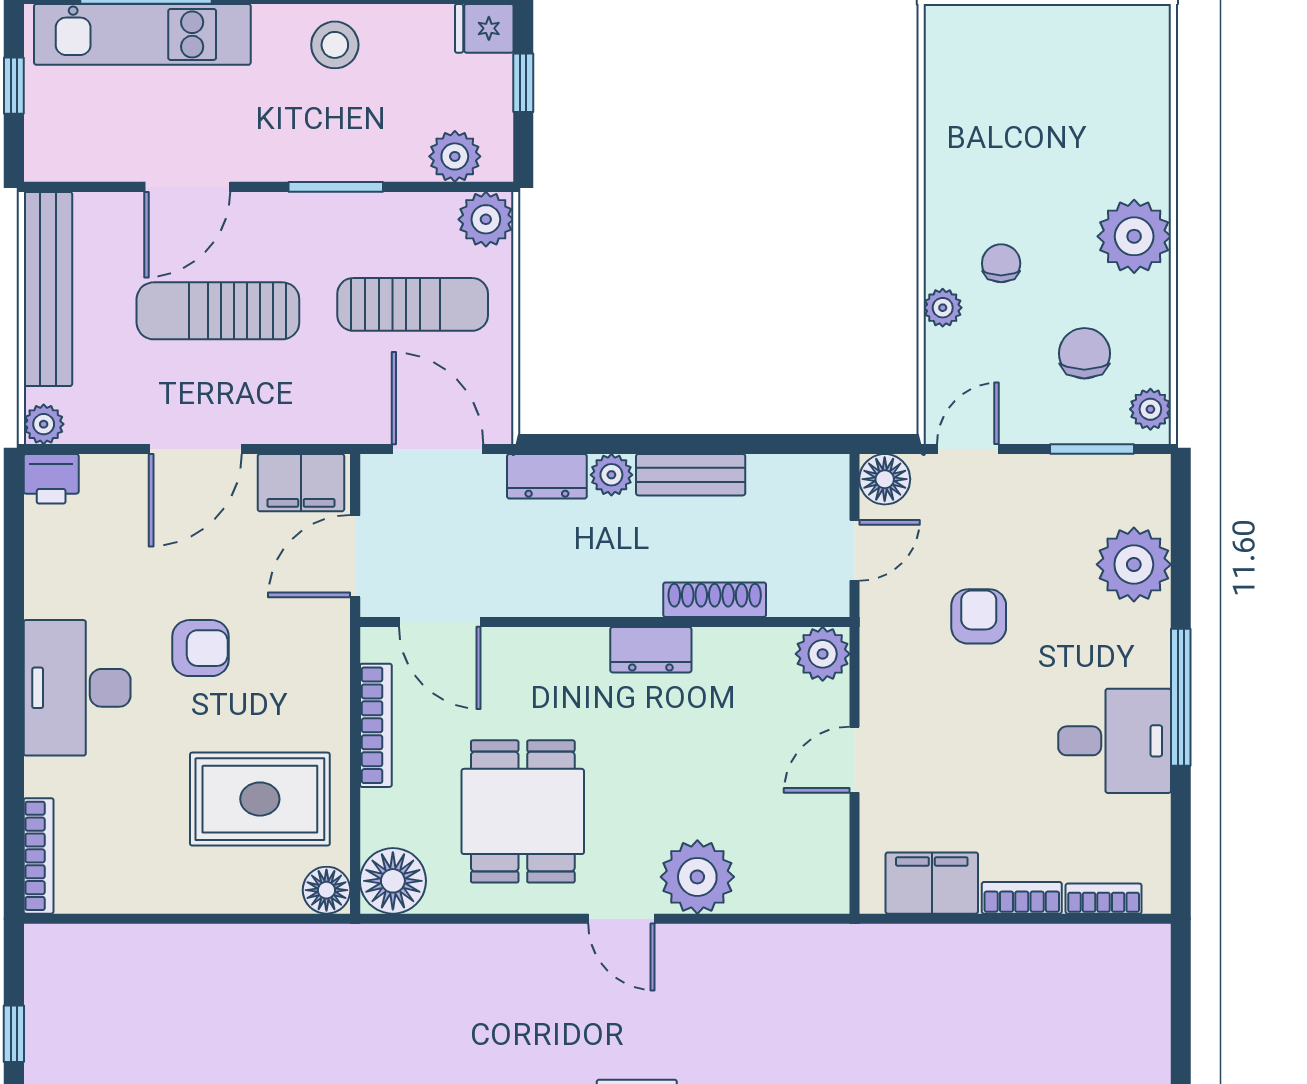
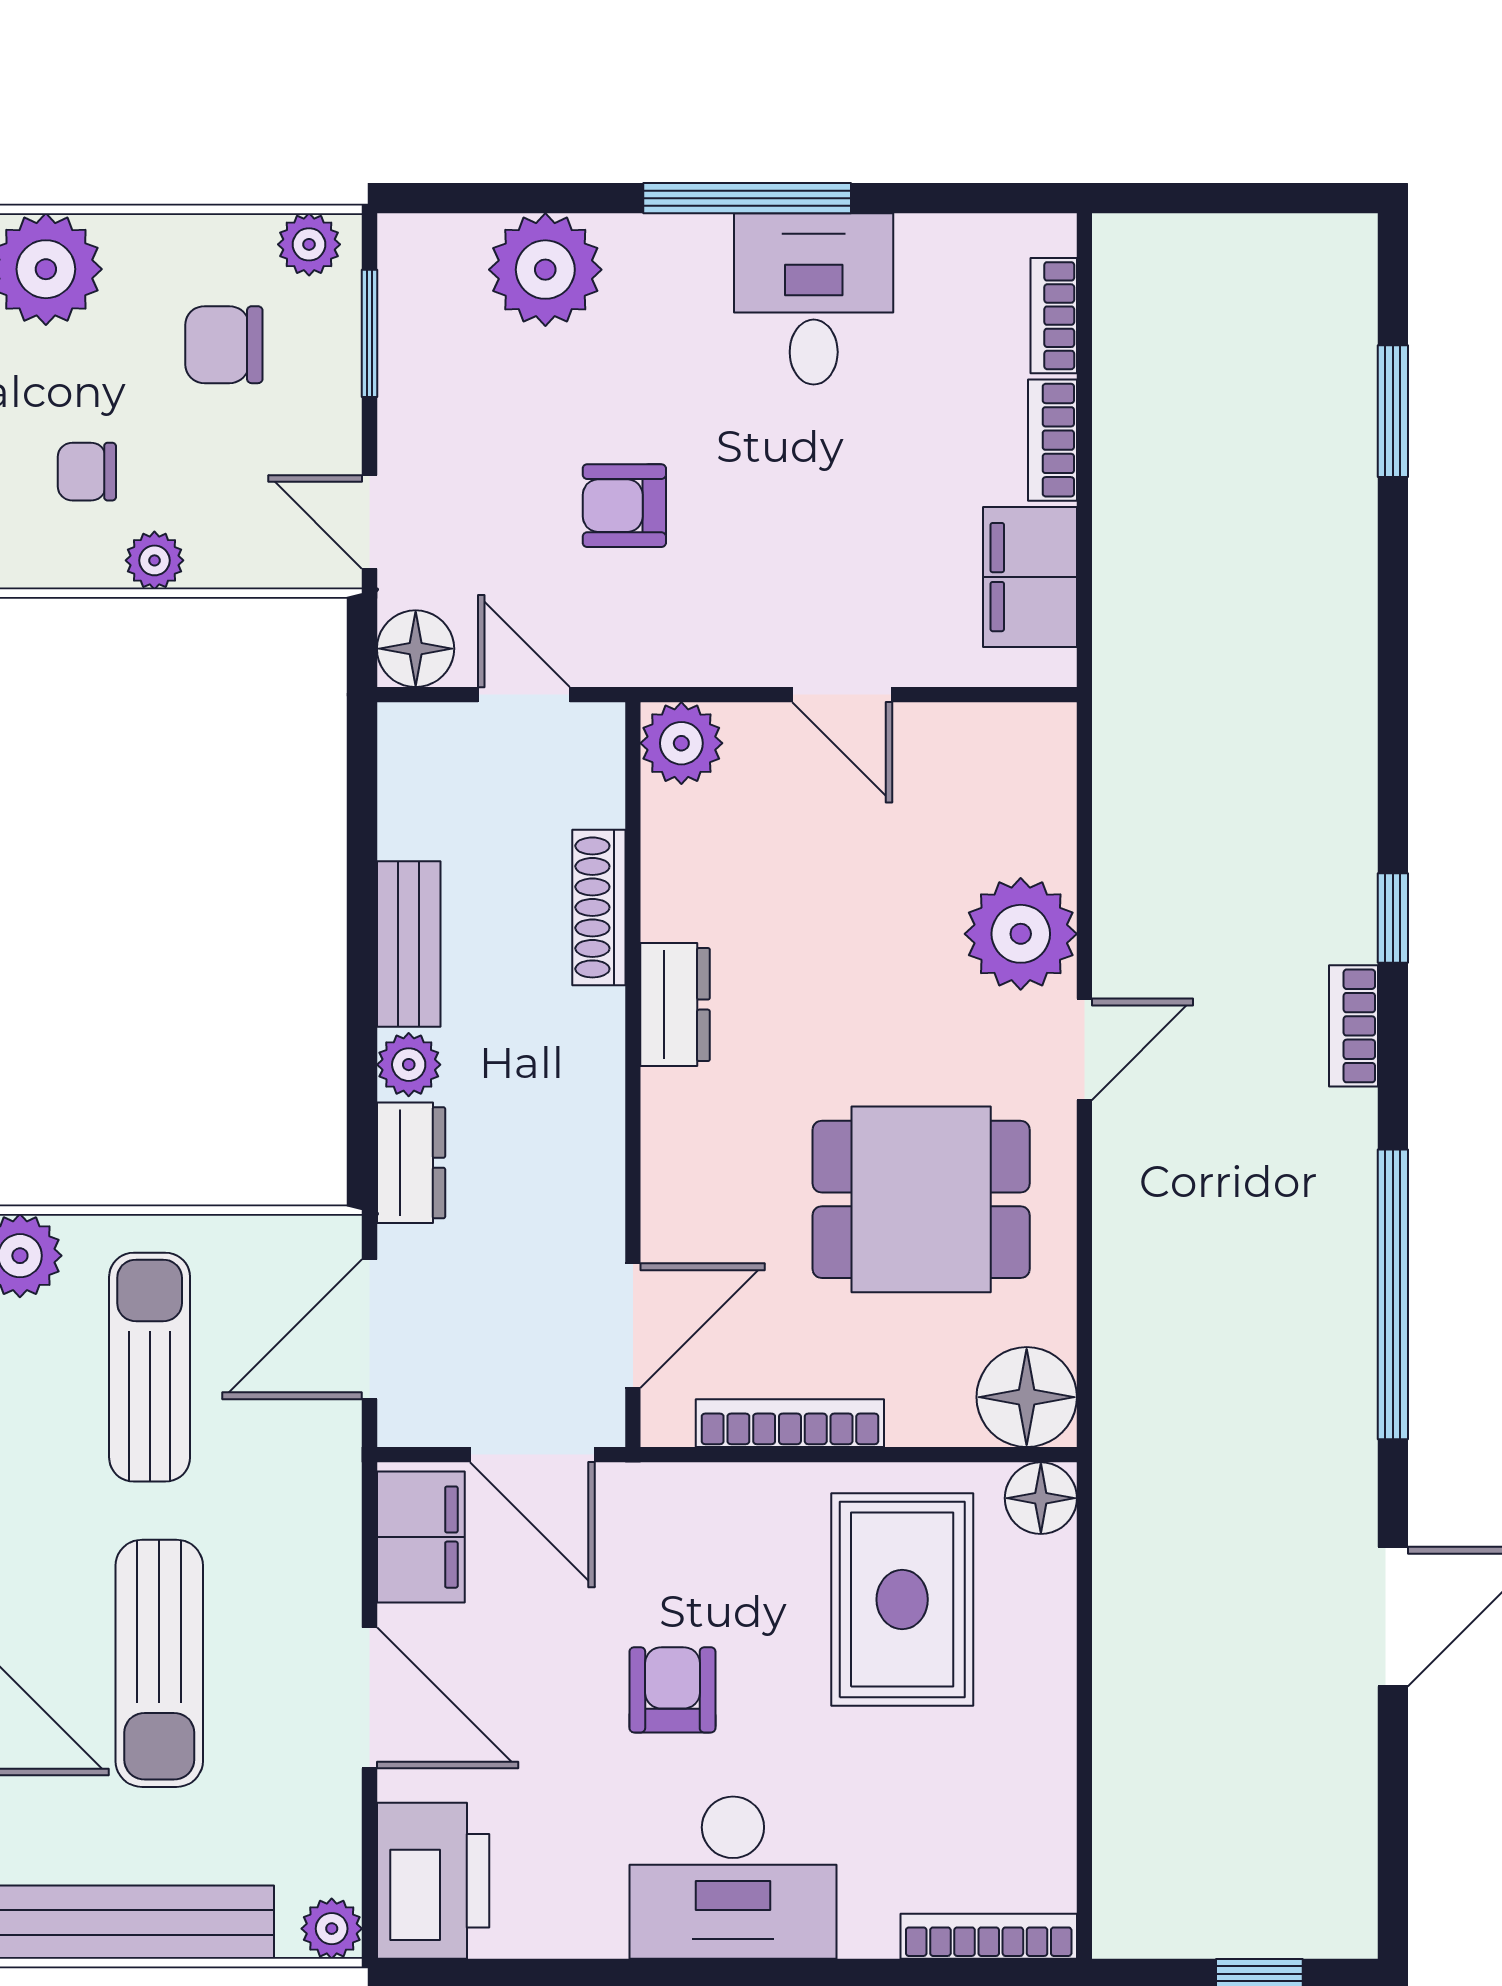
printer: (51, 479) -> (433, 1881), width x1.87, depth x1.48

